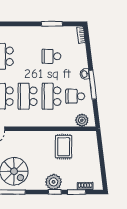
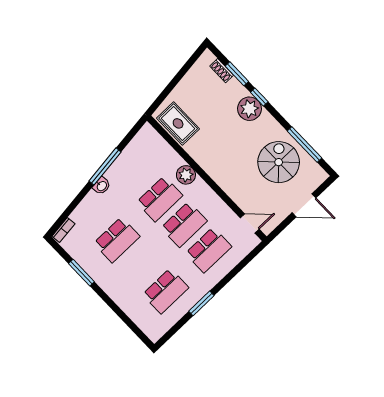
school desk: (51, 56) -> (117, 240), width x1.85
school desk: (75, 96) -> (135, 173), removed
plant: (82, 120) -> (186, 175), moved
rug: (64, 147) -> (178, 123), moved, turned 90

